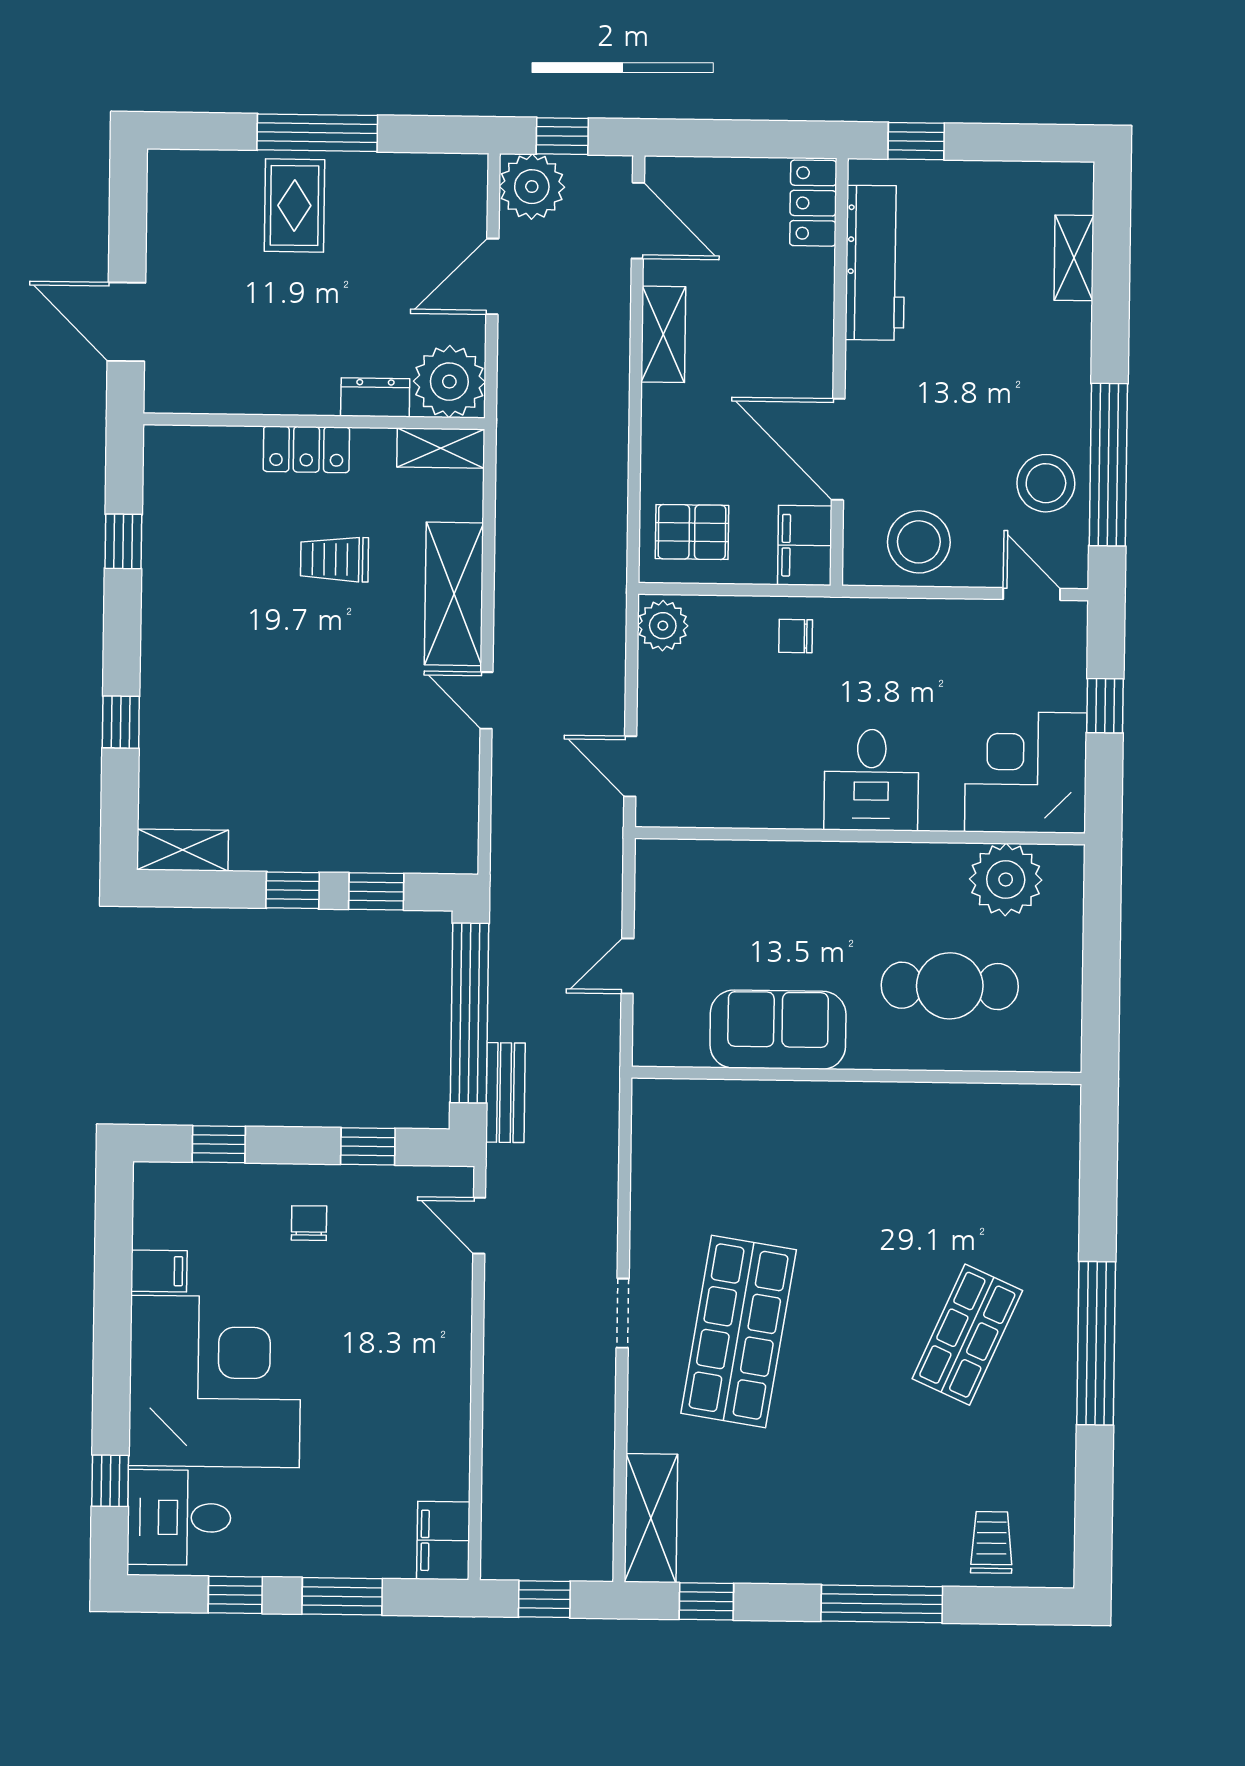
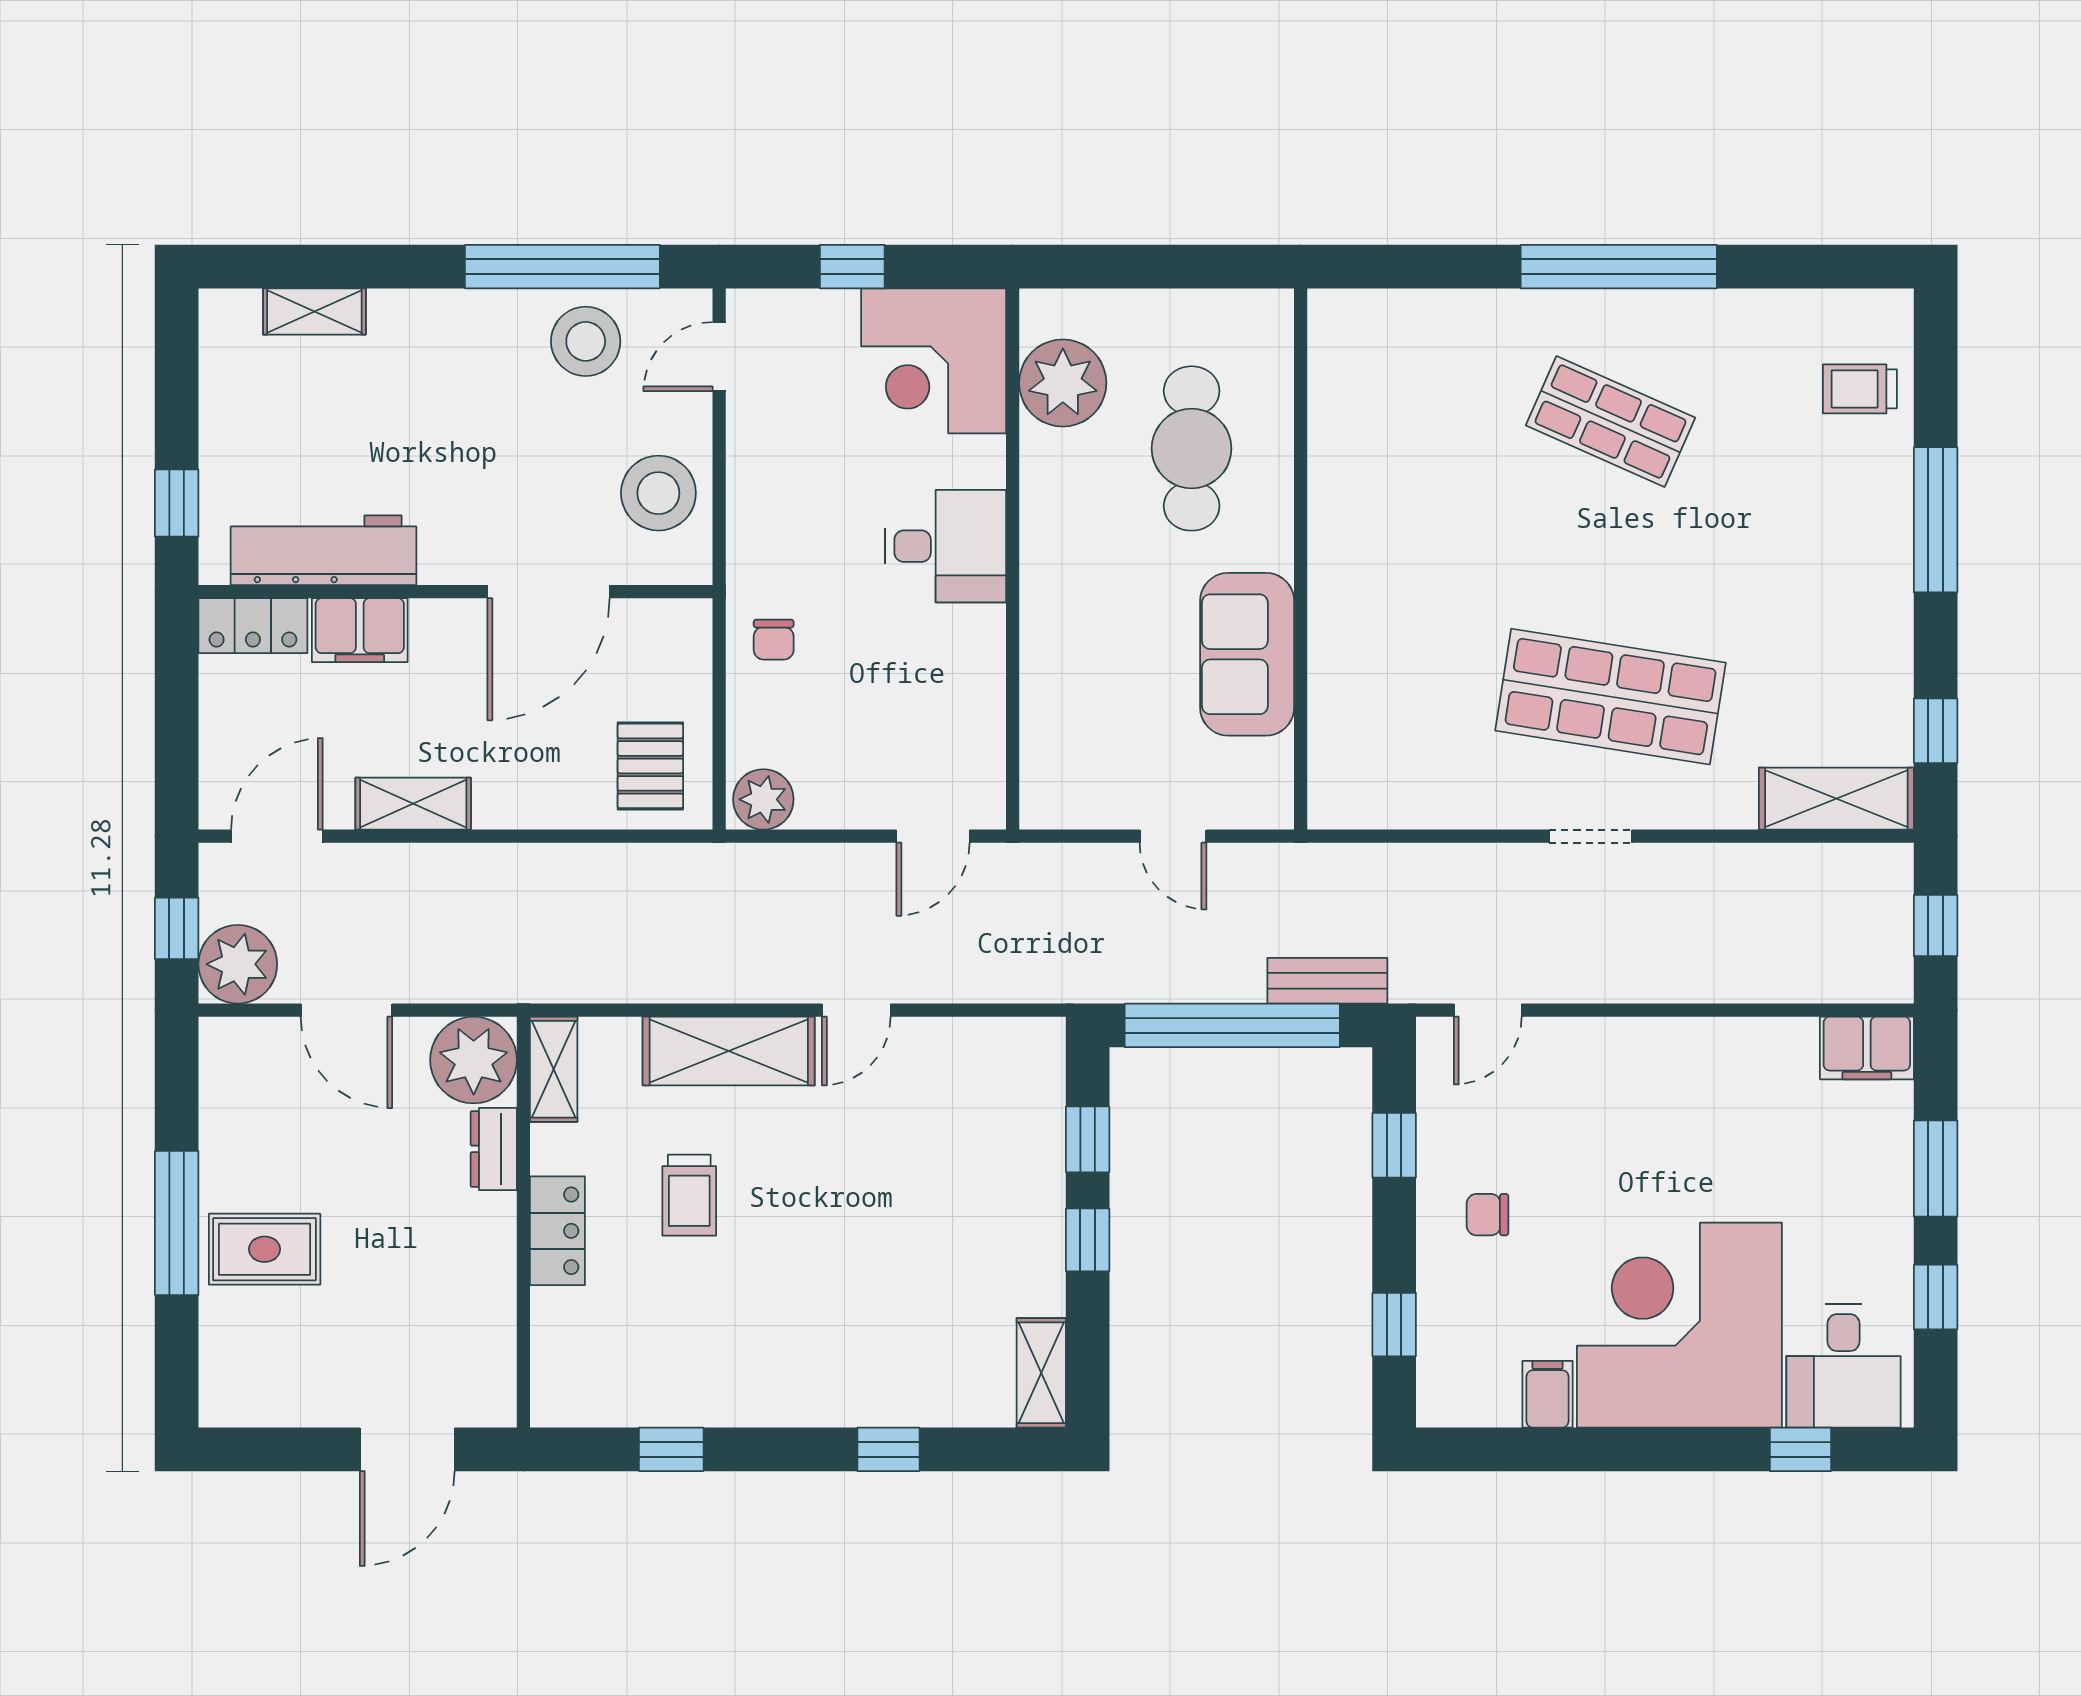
filing cabinet: (805, 545) -> (360, 630), moved

